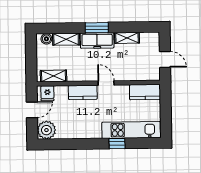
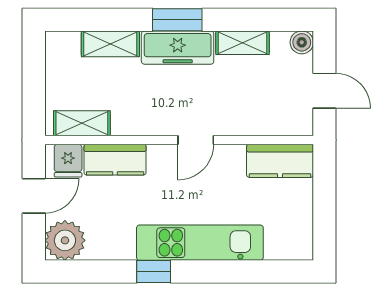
boiler: (46, 39) -> (302, 42), moved
door: (106, 83) -> (196, 140), swing flipped
kitchen counter: (83, 92) -> (115, 160), moved
kitchen unit: (131, 130) -> (200, 243), moved
window: (117, 143) -> (154, 272), moved

